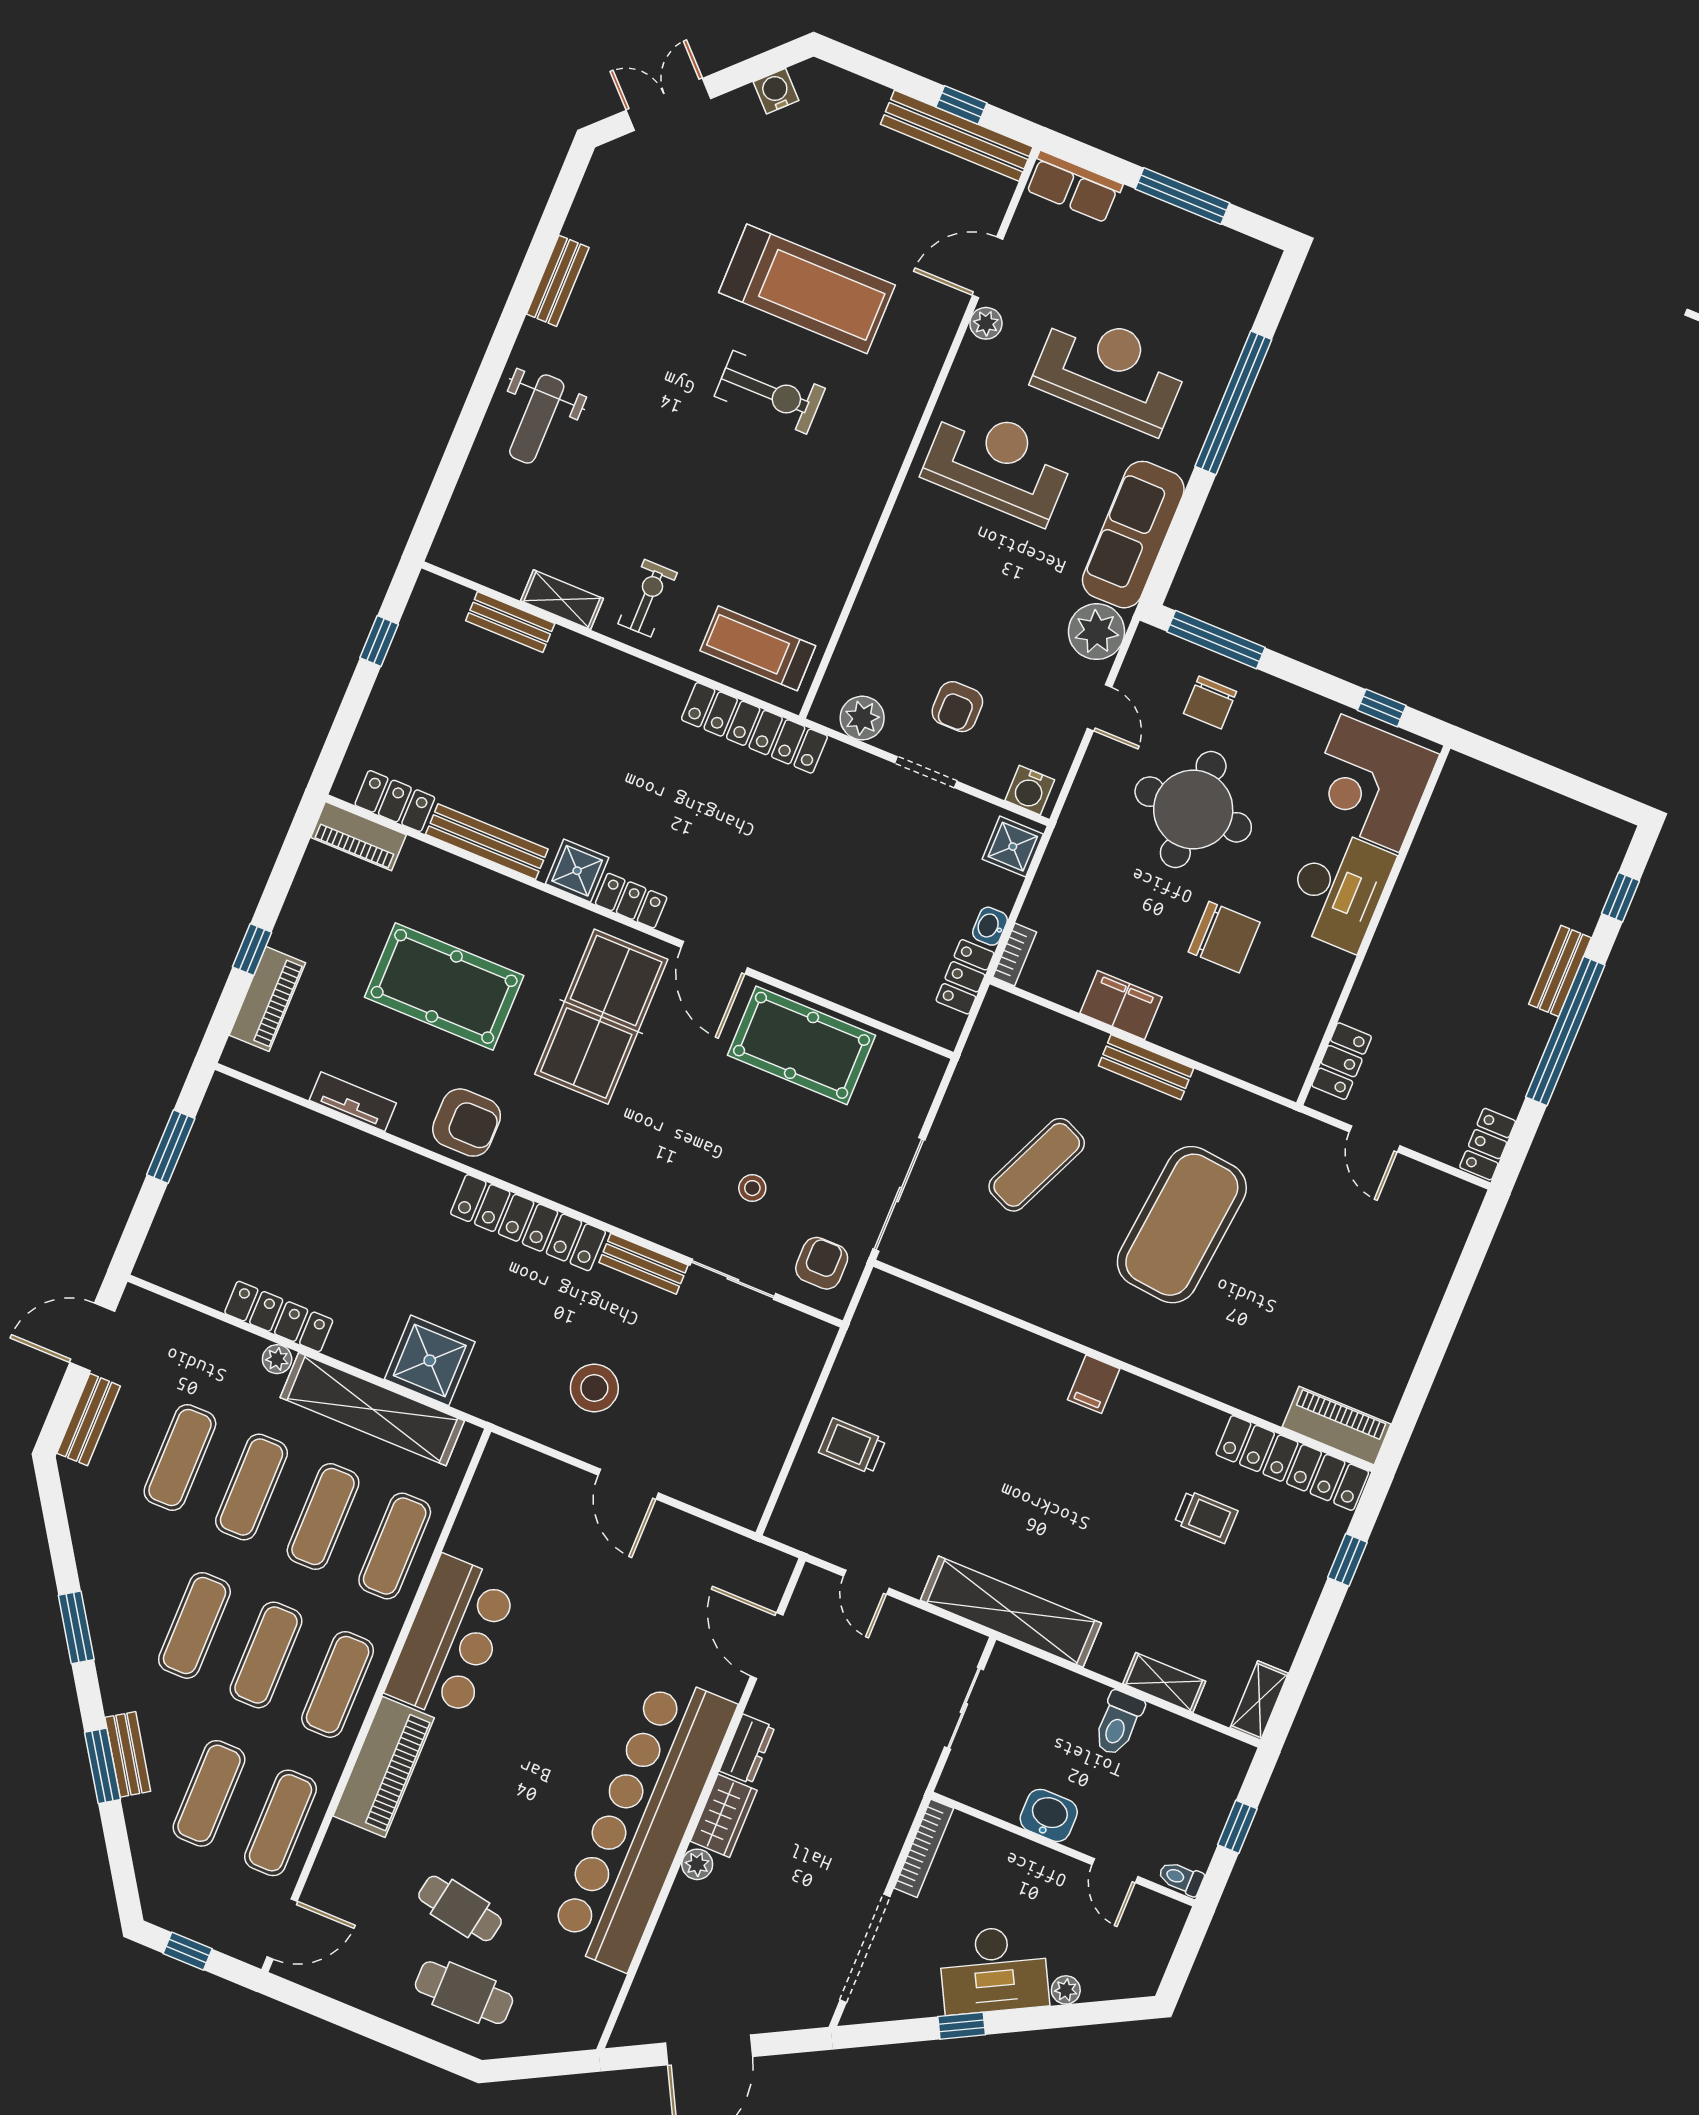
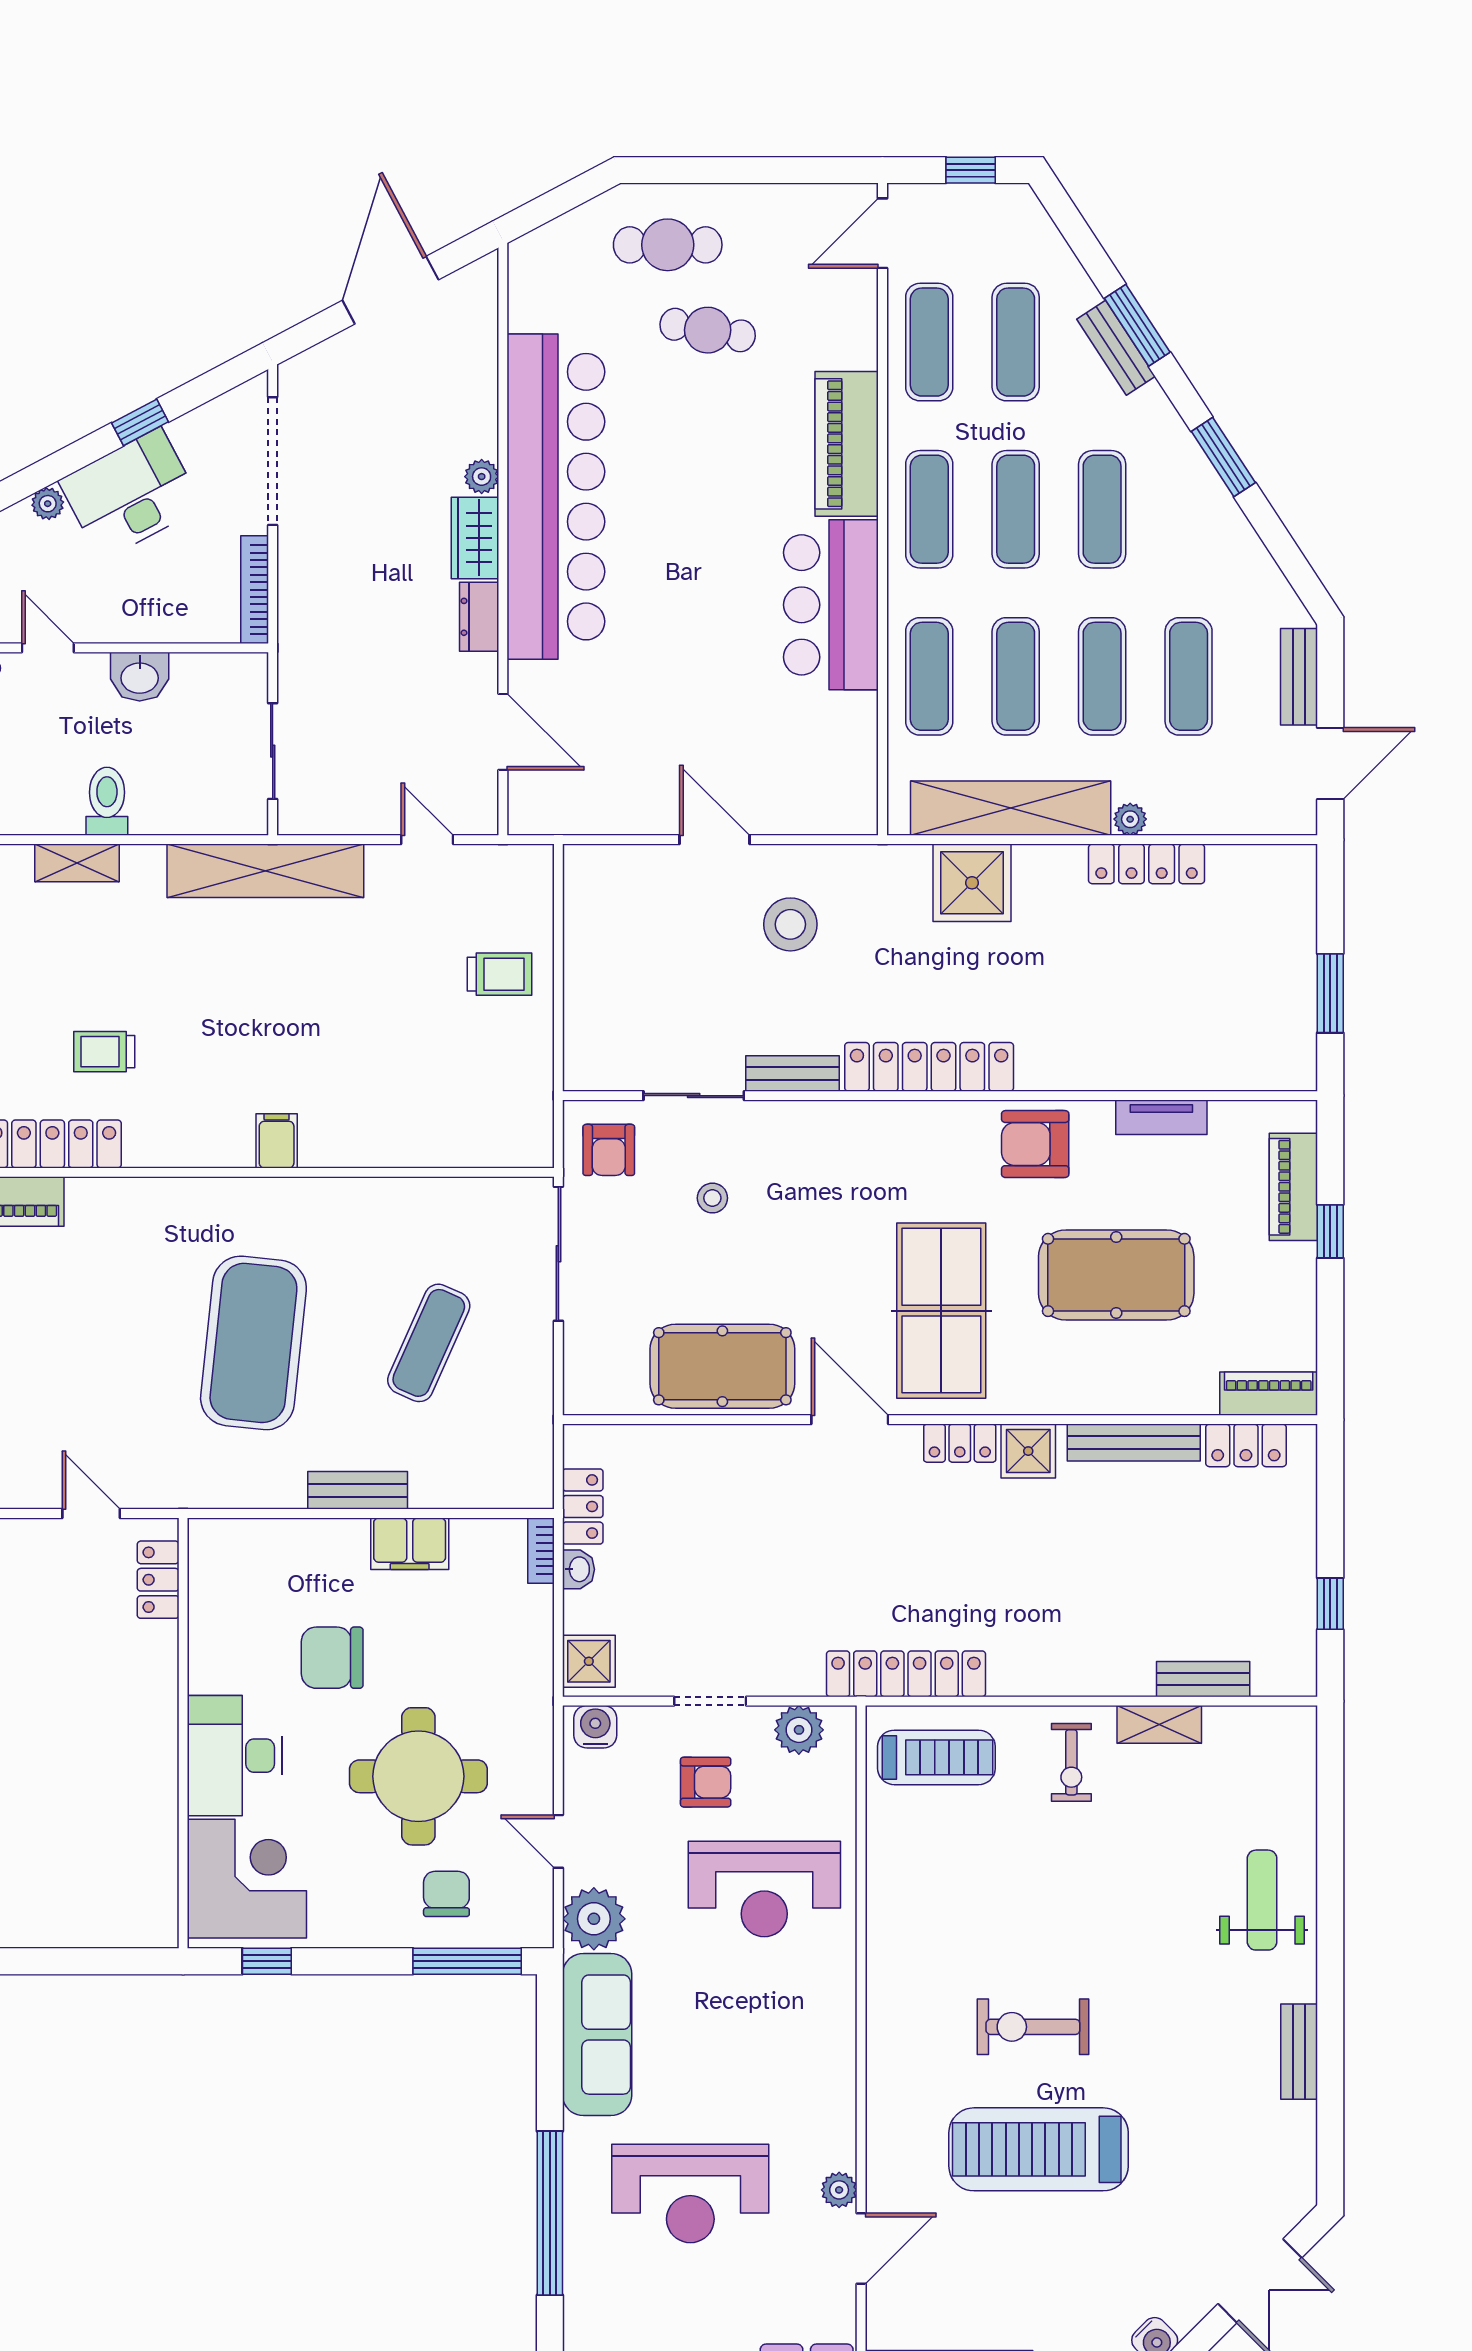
reception desk: (998, 464) -> (764, 1889), moved
armchair: (957, 707) -> (706, 1782), turned 90

